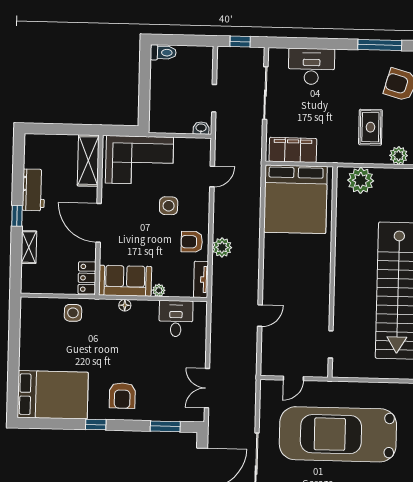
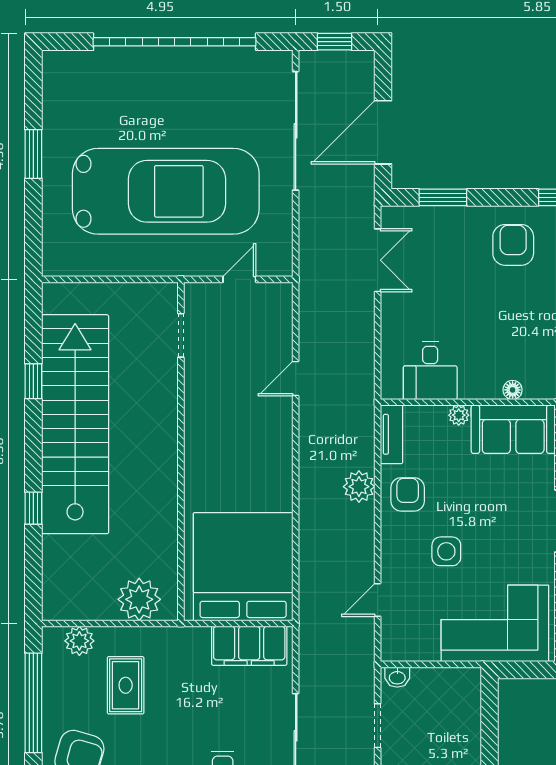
armchair: (192, 242) -> (408, 494), turned -90

